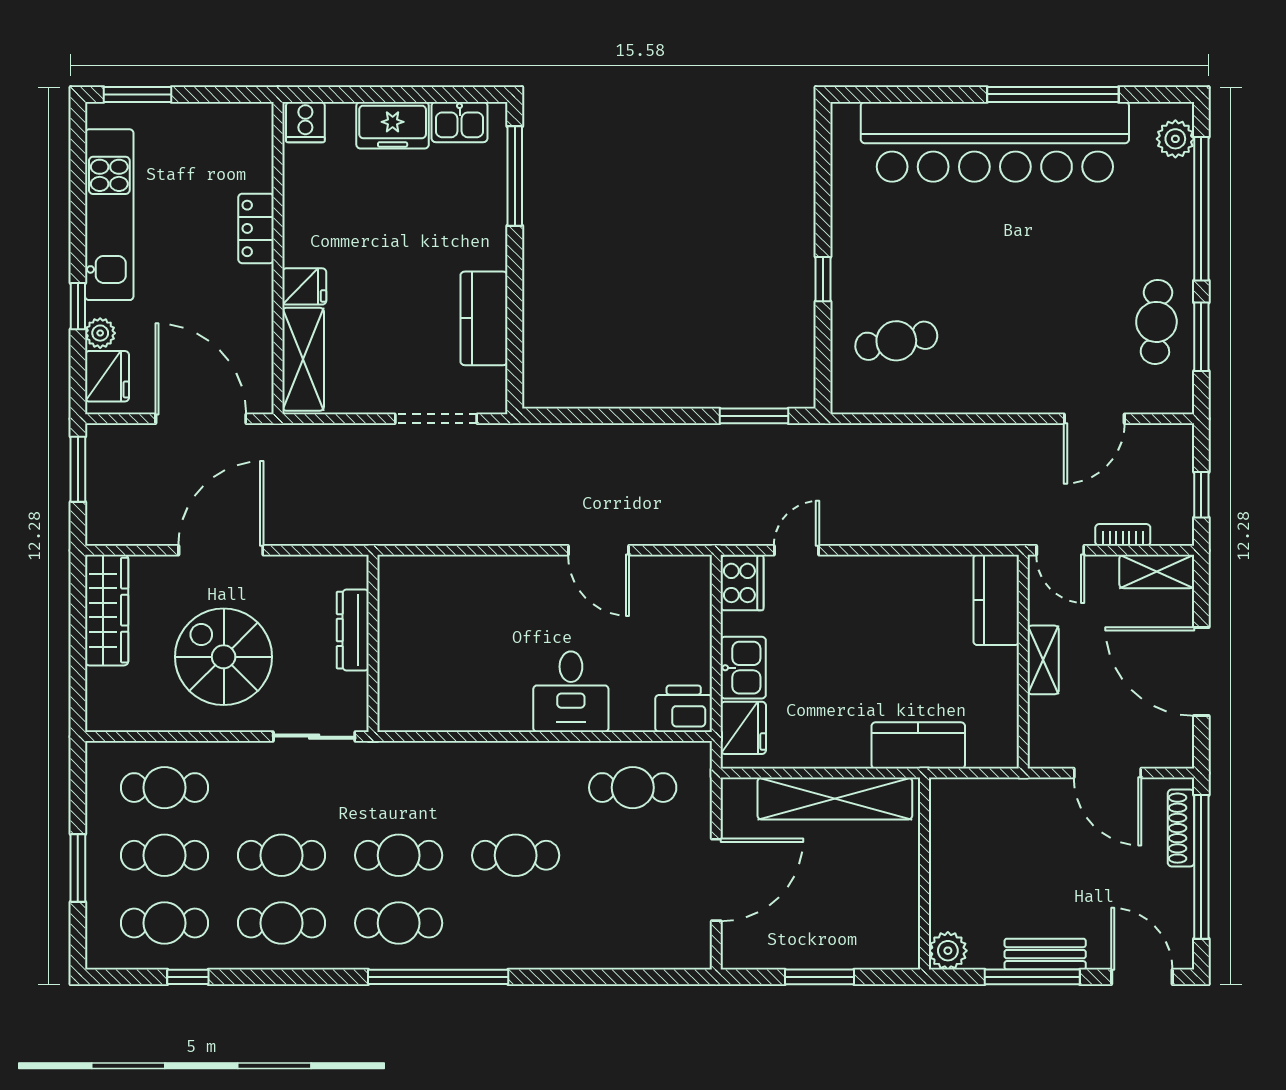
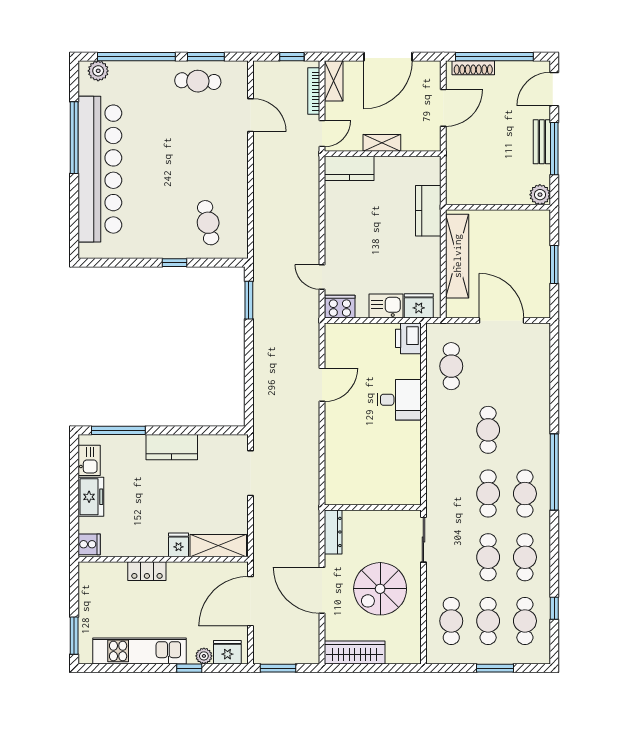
kitchen counter: (484, 318) -> (172, 447), moved
bookcase: (1123, 535) -> (314, 91), width x1.56
dresser: (353, 630) -> (333, 532), moved, turned -90

